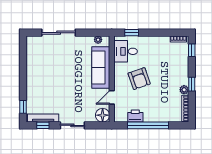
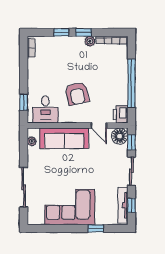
window: (192, 50) -> (61, 32), moved
corner sofa: (42, 72) -> (70, 207), added
armchair: (139, 79) -> (77, 94), turned 96
window: (23, 107) -> (96, 228), moved
printer: (135, 116) -> (121, 114), moved
window: (97, 125) -> (131, 142), added

